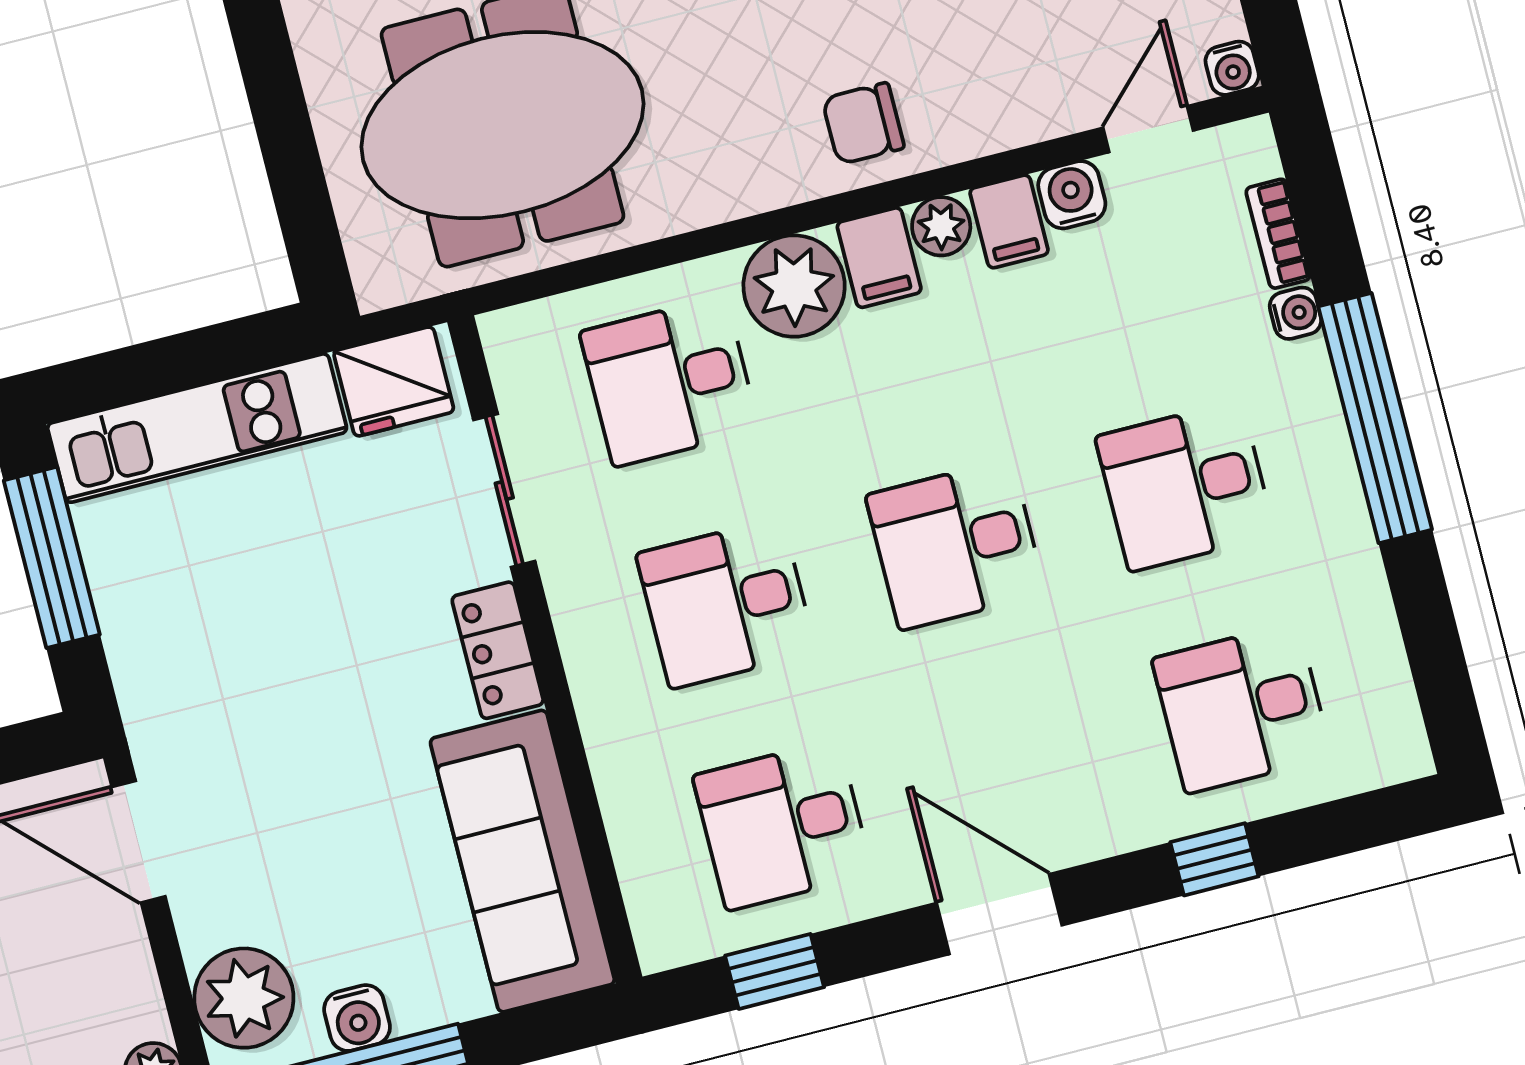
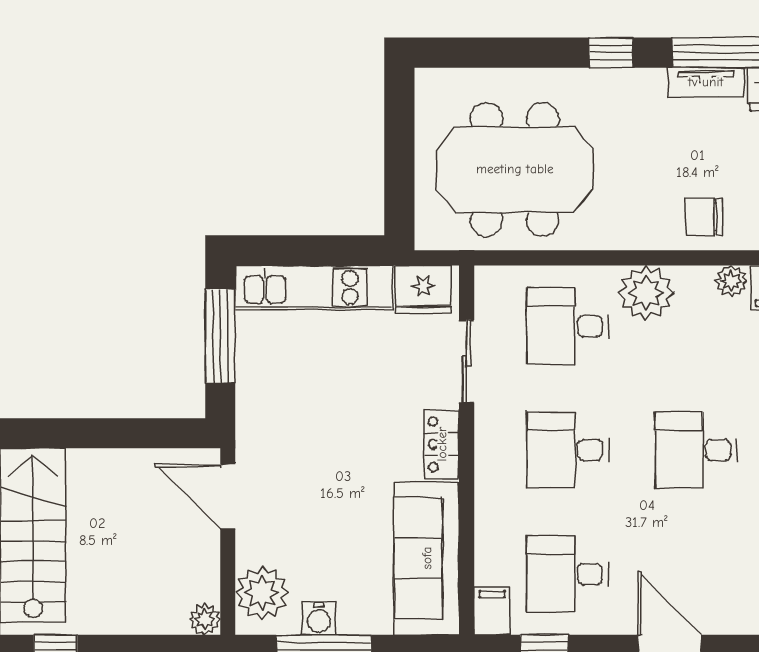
filing cabinet: (879, 258) -> (492, 611), moved, turned 180

